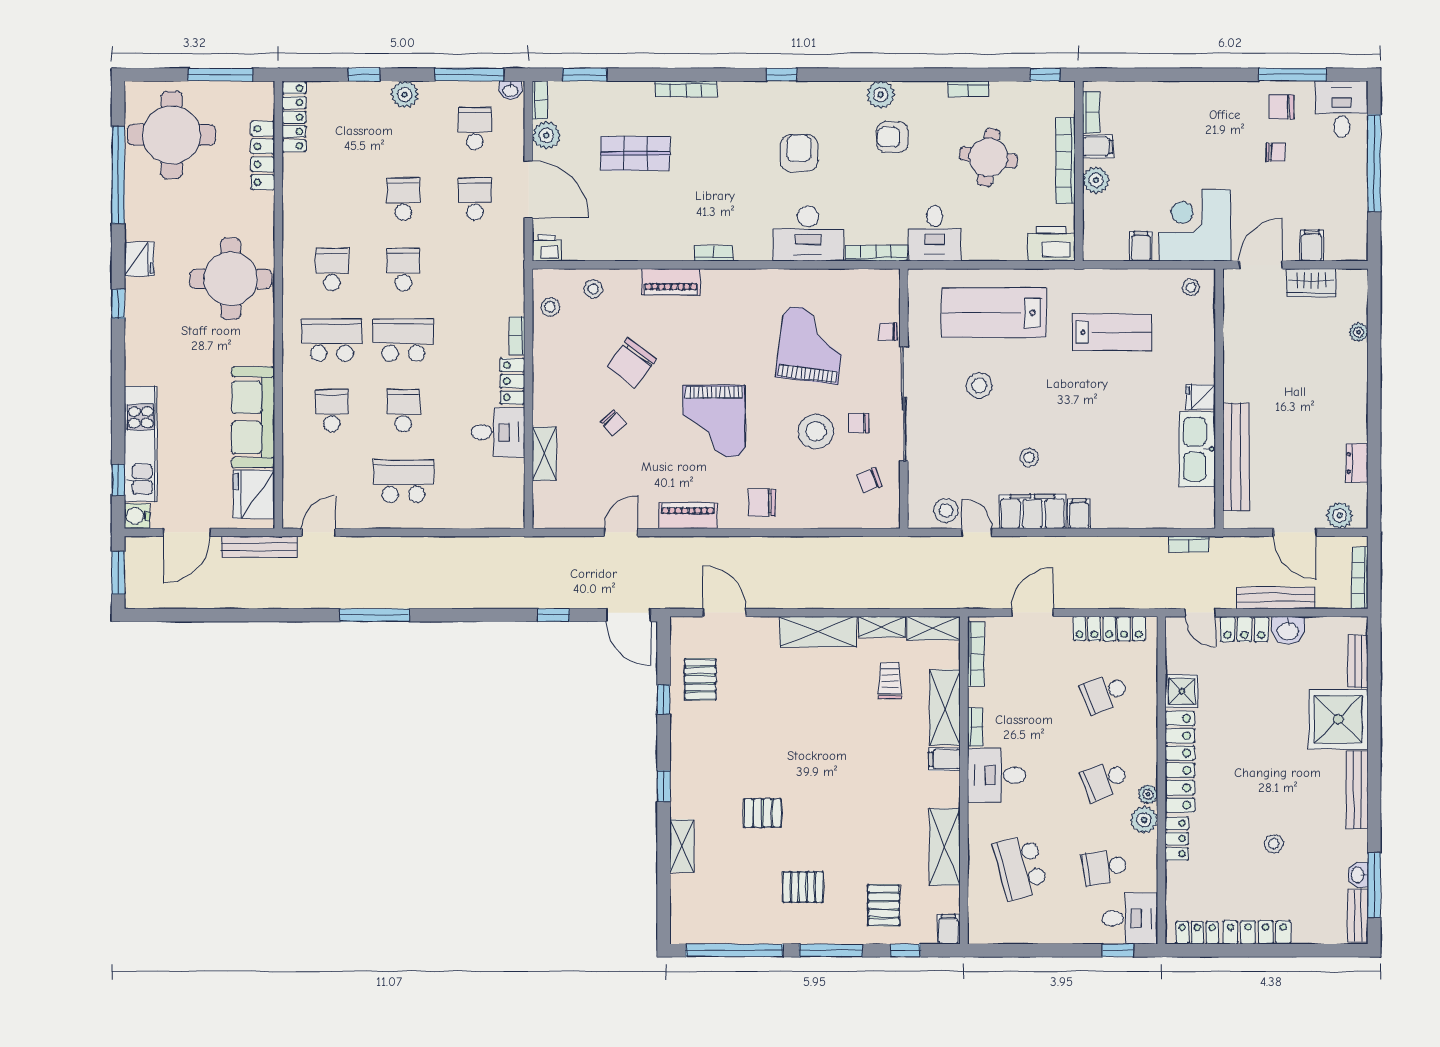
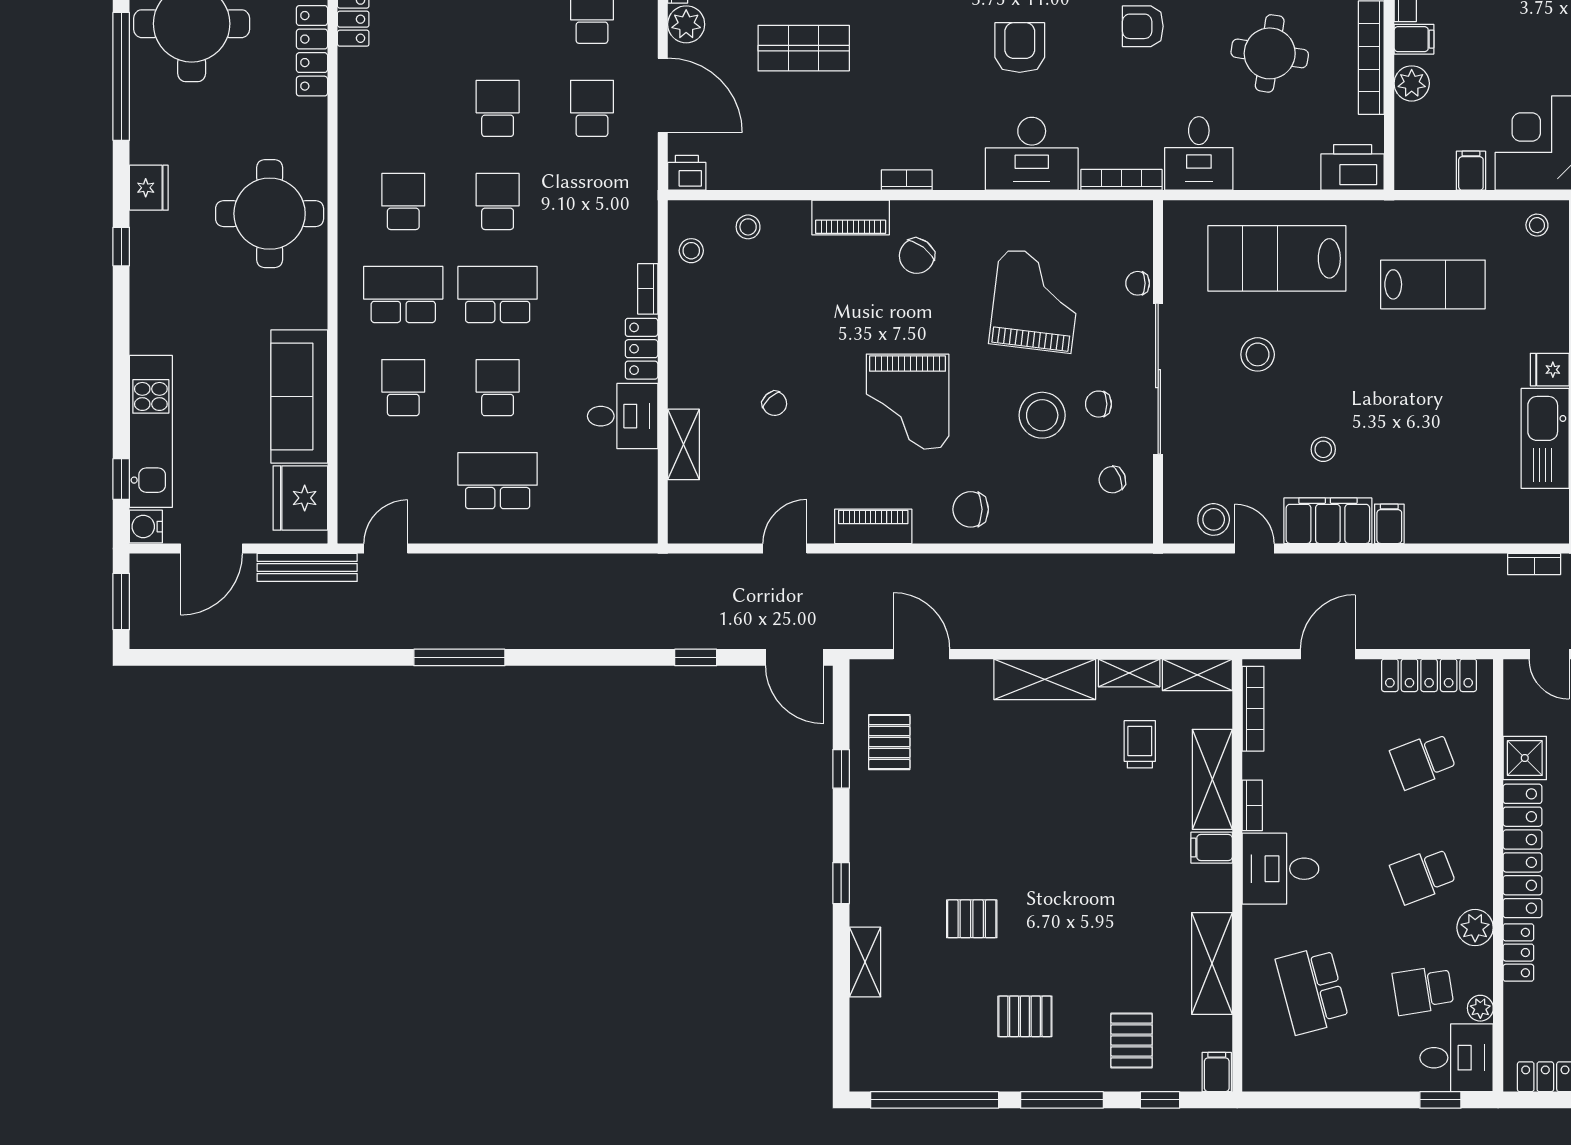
chair: (631, 363) -> (917, 256), moved, width x0.73, depth x0.73
plant: (1148, 794) -> (1480, 1008), moved

